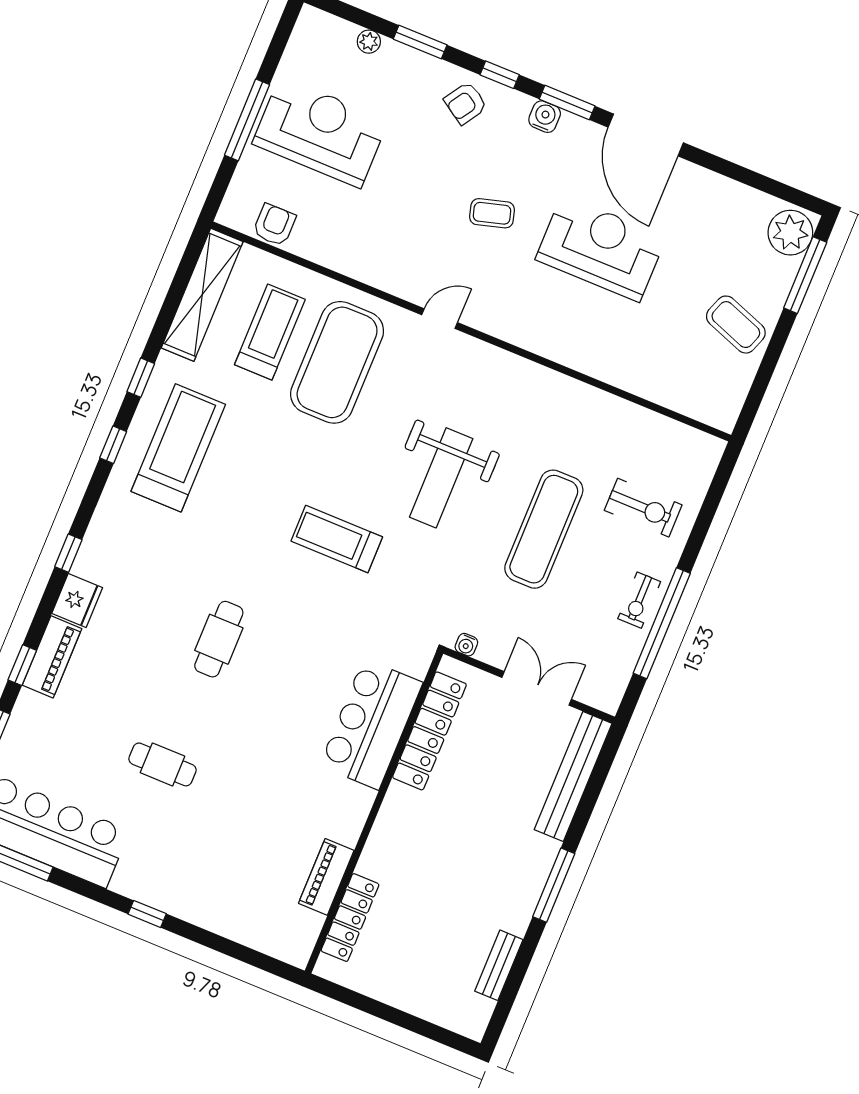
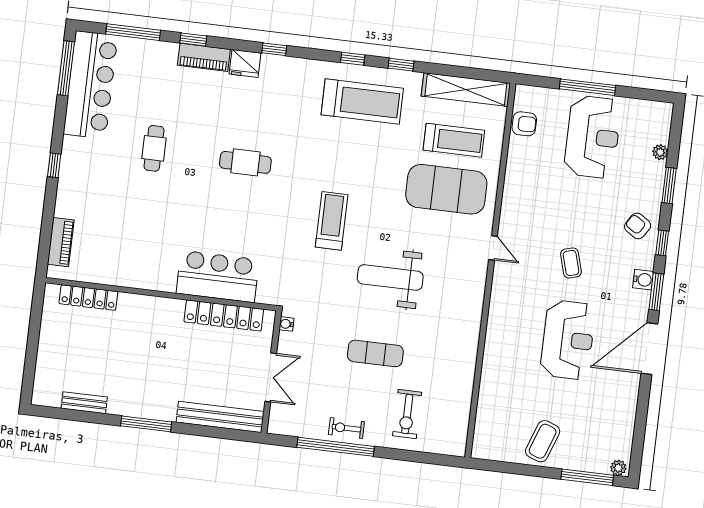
plant: (790, 233) -> (618, 468), width x0.53, depth x0.53
exercise mat: (544, 529) -> (375, 353), width x0.73, depth x0.69
piano: (326, 877) -> (61, 242), moved, turned 90

